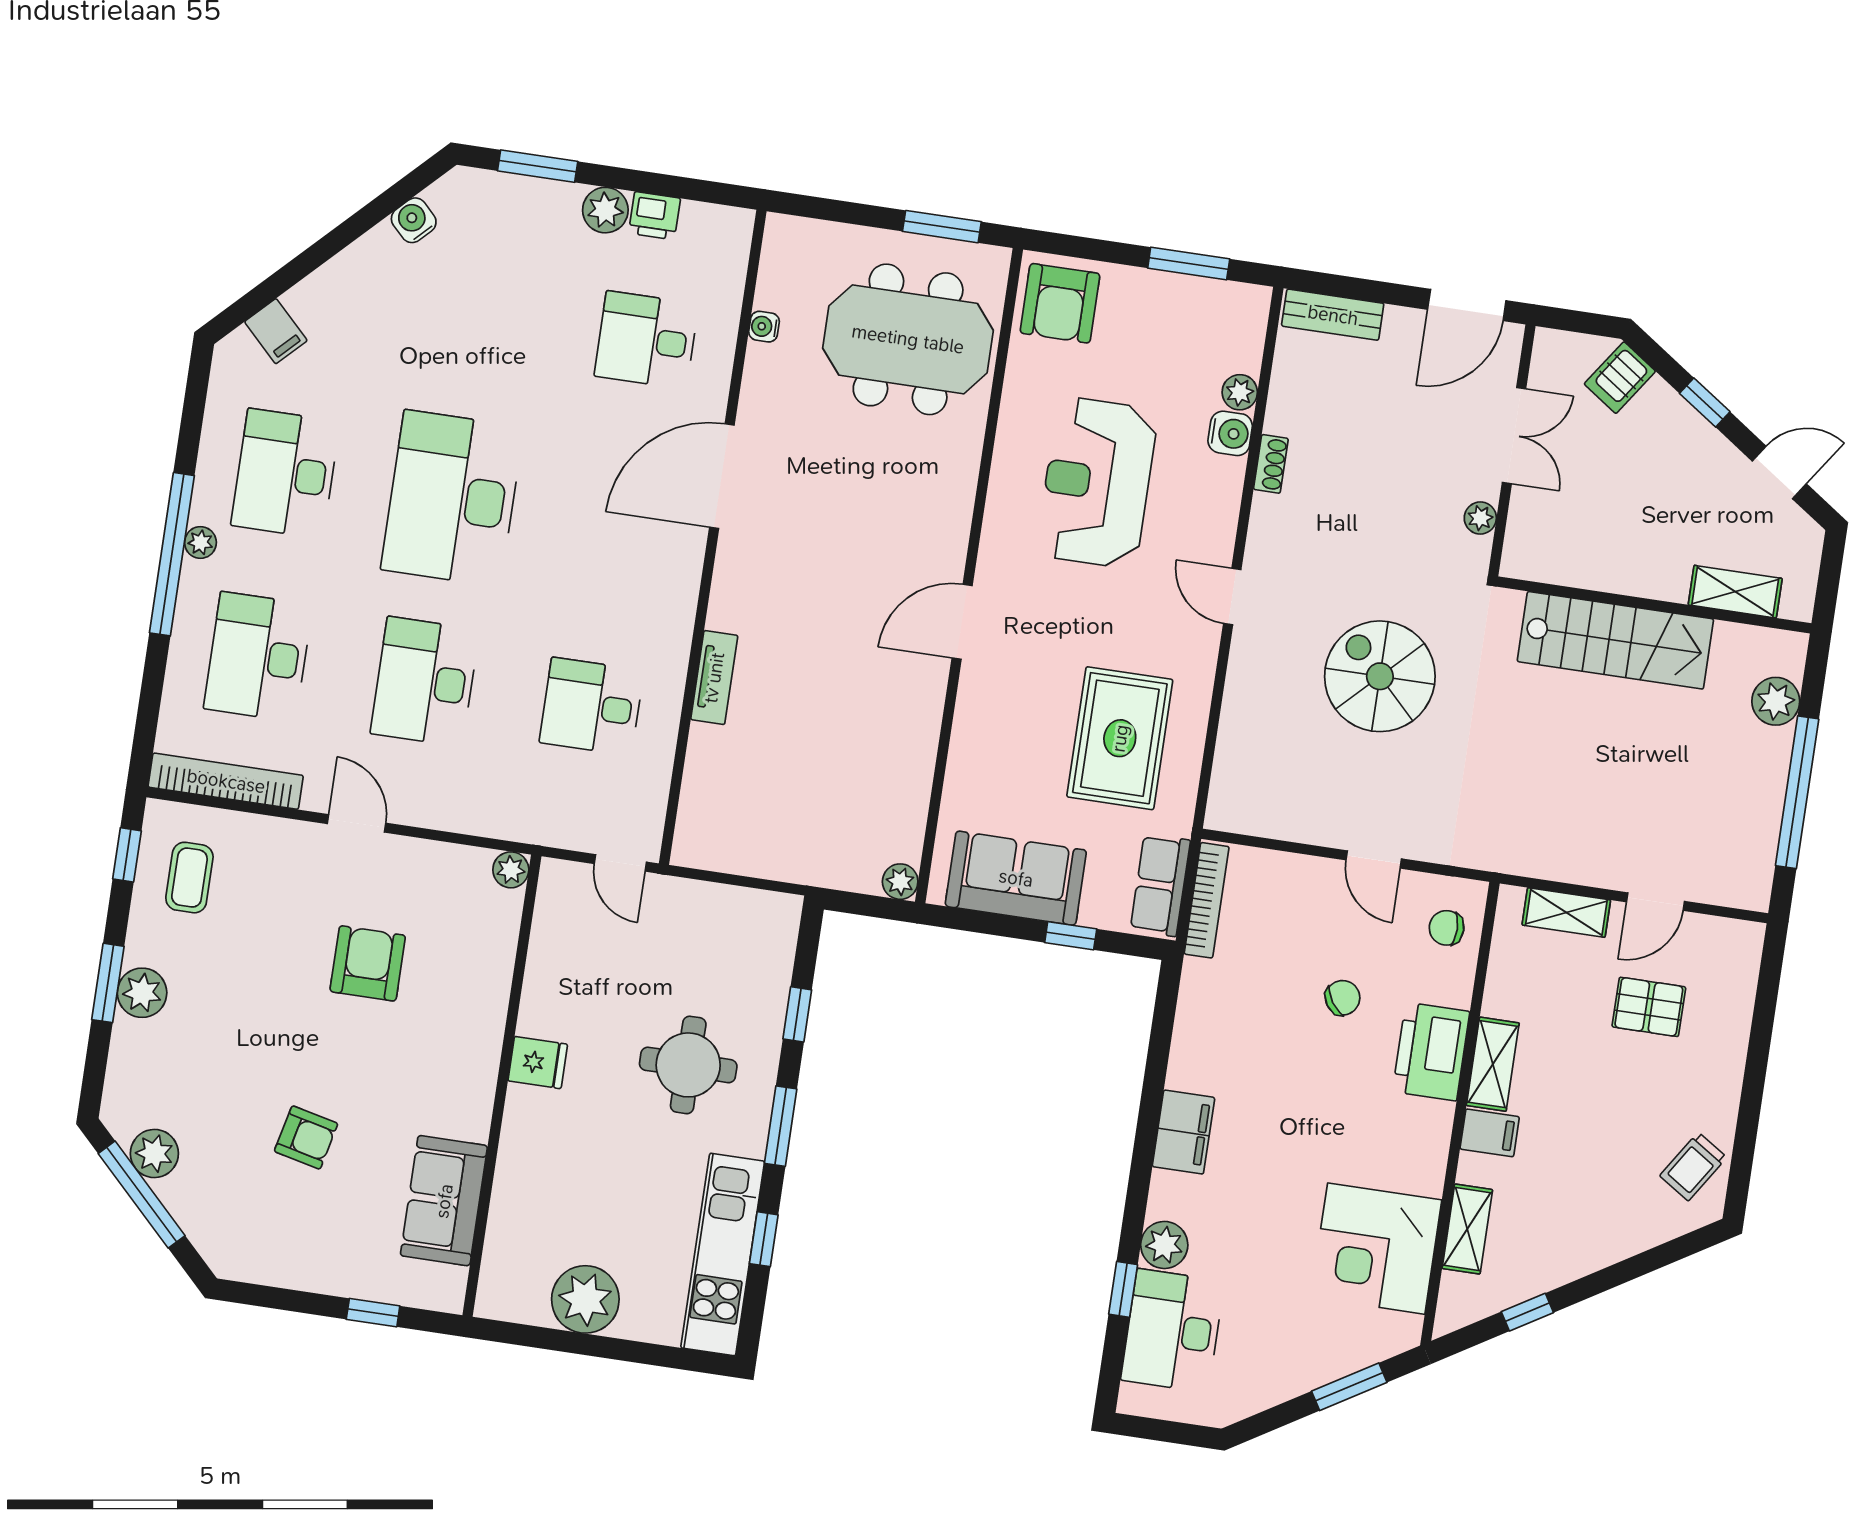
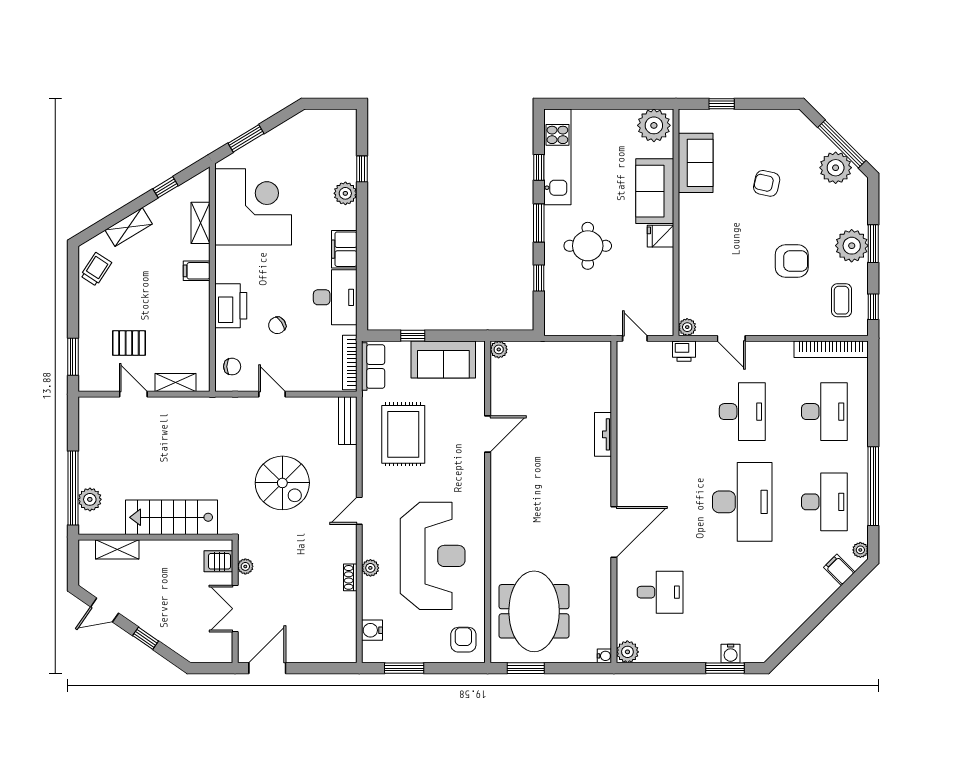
plant: (605, 210) -> (627, 652), moved
printer: (654, 216) -> (684, 351), moved, turned 180
water cooler: (414, 220) -> (731, 654), moved, turned 45
armchair: (1060, 303) -> (463, 640), width x0.72, depth x0.72
bench: (1333, 315) -> (348, 421), moved, turned 90
water cooler: (764, 327) -> (604, 656), moved
meeting table: (908, 339) -> (534, 611), turned 90
server rack: (1620, 378) -> (218, 561), moved, turned -125
plant: (1240, 392) -> (370, 568), moved
water cooler: (1230, 433) -> (372, 630), moved
reception desk: (1097, 483) -> (433, 556), width x1.36, depth x1.30
plant: (200, 542) -> (860, 550), moved
window: (172, 554) -> (873, 486), moved
door: (1232, 597) -> (359, 511), swing flipped
door: (962, 622) -> (488, 434), moved
desk: (592, 707) -> (660, 412), removed
window: (1797, 792) -> (73, 488), moved
door: (356, 823) -> (731, 338), moved
door: (1656, 902) -> (133, 394), hinge flipped
armchair: (368, 963) -> (792, 261), moved, turned -90
plant: (142, 993) -> (852, 246), width x1.36, depth x1.36
window: (1767, 996) -> (73, 357), added
shelving: (1493, 1064) -> (129, 227), moved, turned 59
plant: (154, 1153) -> (836, 168), width x1.36, depth x1.36
sofa: (535, 1156) -> (655, 191), added
corner desk: (1376, 1249) -> (253, 207), width x1.36, depth x1.36
plant: (585, 1299) -> (654, 125), moved
desk: (1173, 1331) -> (335, 297), moved

